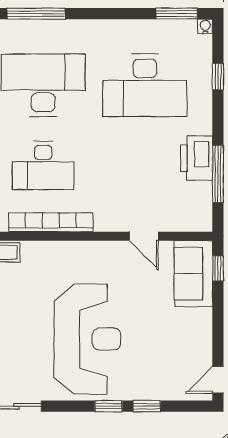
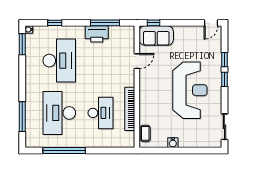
reception desk: (87, 339) -> (190, 90), turned 90
door: (218, 380) -> (211, 23), hinge flipped

